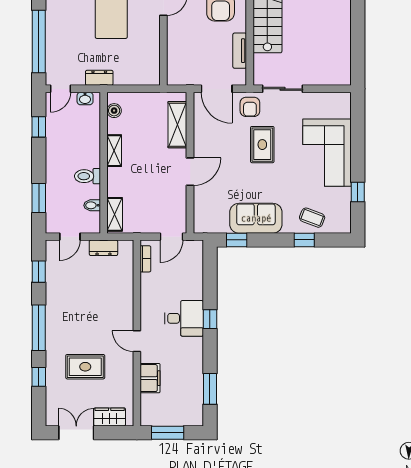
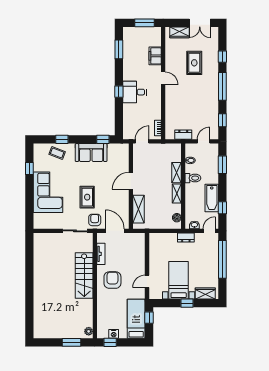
bathtub: (56, 143) -> (212, 198), added
shelving: (115, 214) -> (177, 173), moved
rug: (85, 367) -> (194, 63), turned 90

